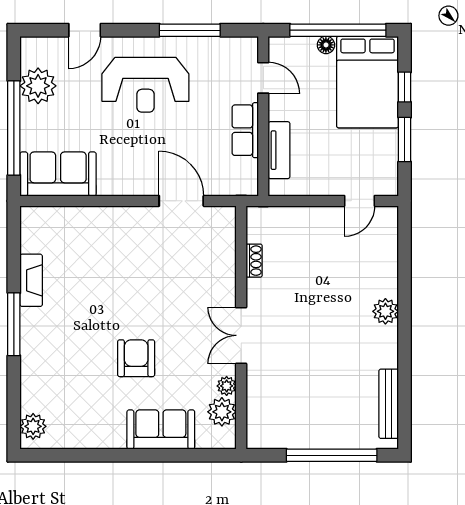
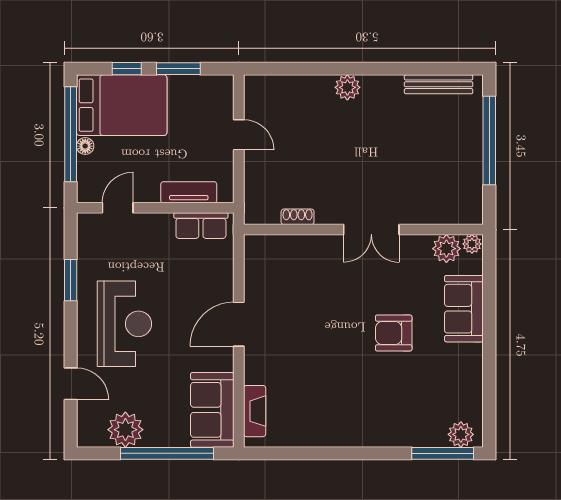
window: (190, 30) -> (71, 280), width x0.69
row of seats: (245, 130) -> (201, 226), moved
door: (181, 201) -> (239, 324), moved
door: (360, 201) -> (239, 135), moved
fireplace: (31, 280) -> (255, 411), moved, turned 90
window: (14, 324) -> (443, 453), moved
plant: (227, 386) -> (472, 244), moved

